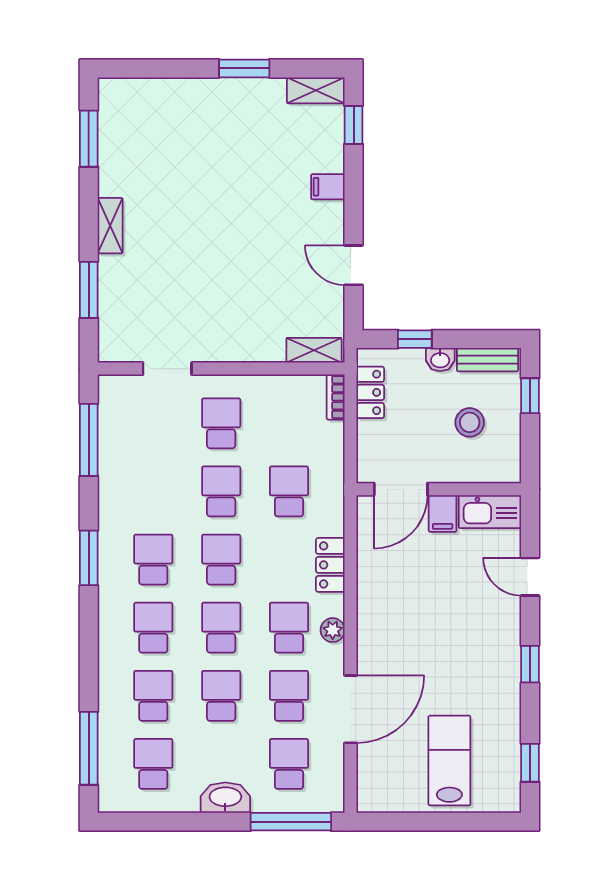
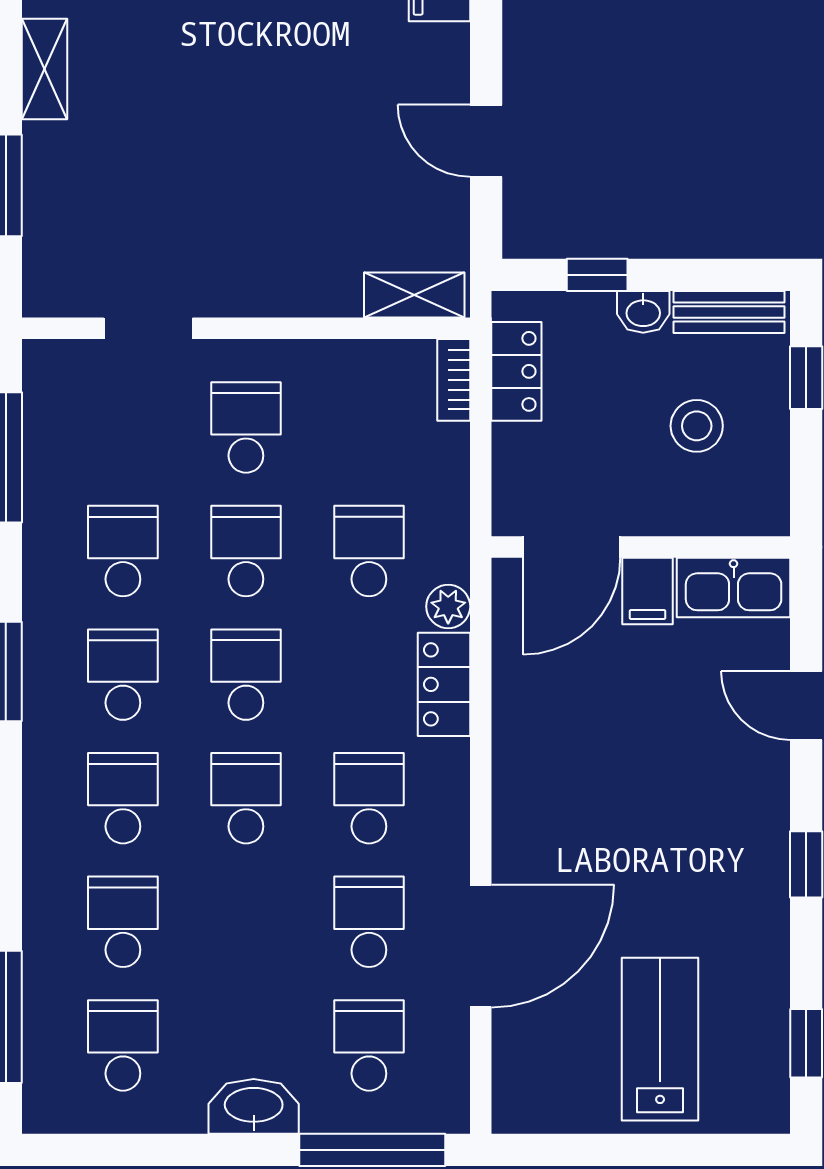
plant: (333, 630) -> (448, 606), moved
school desk: (221, 696) -> (123, 551), moved

